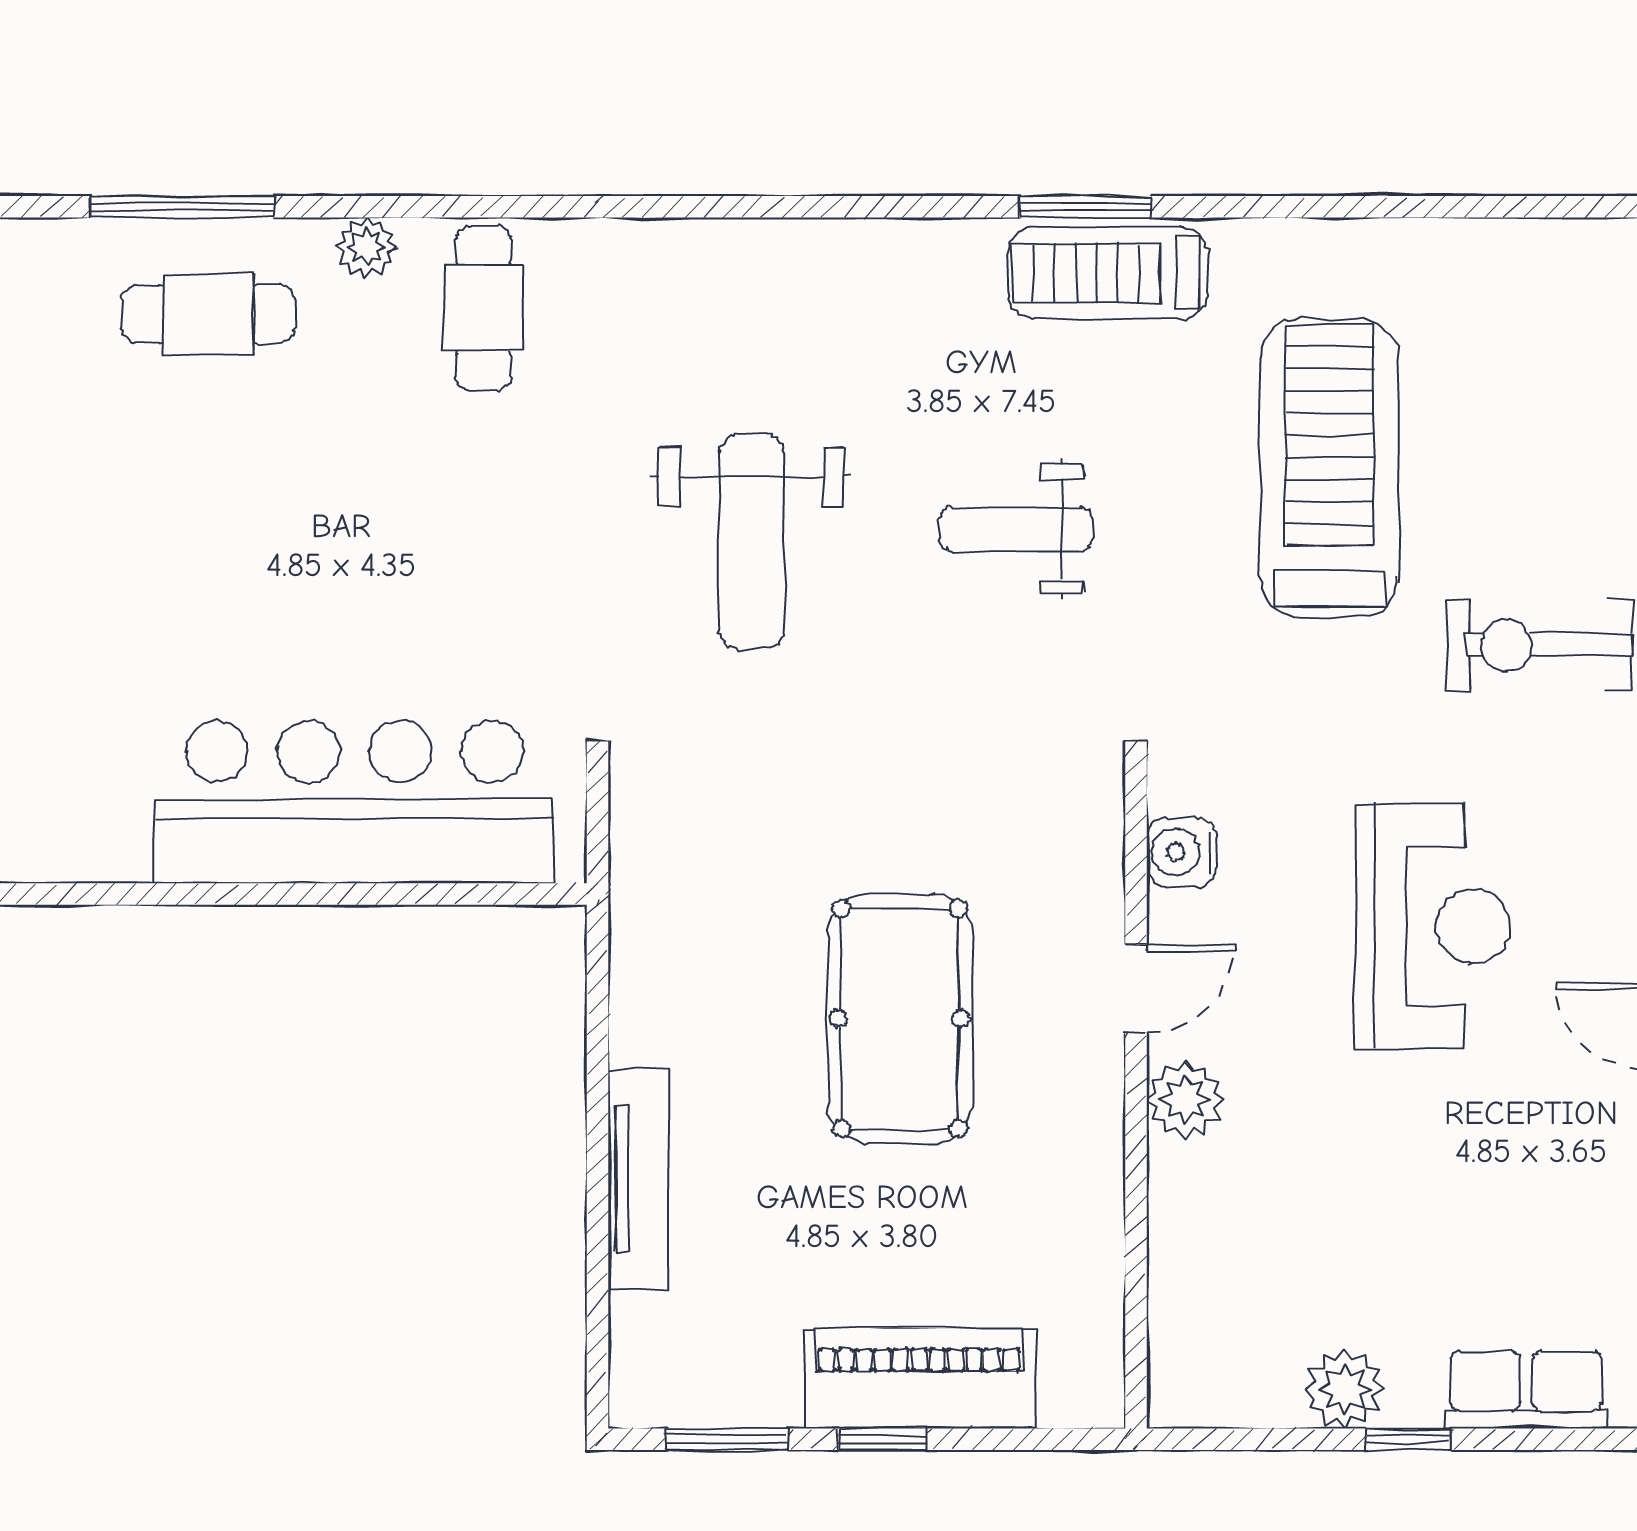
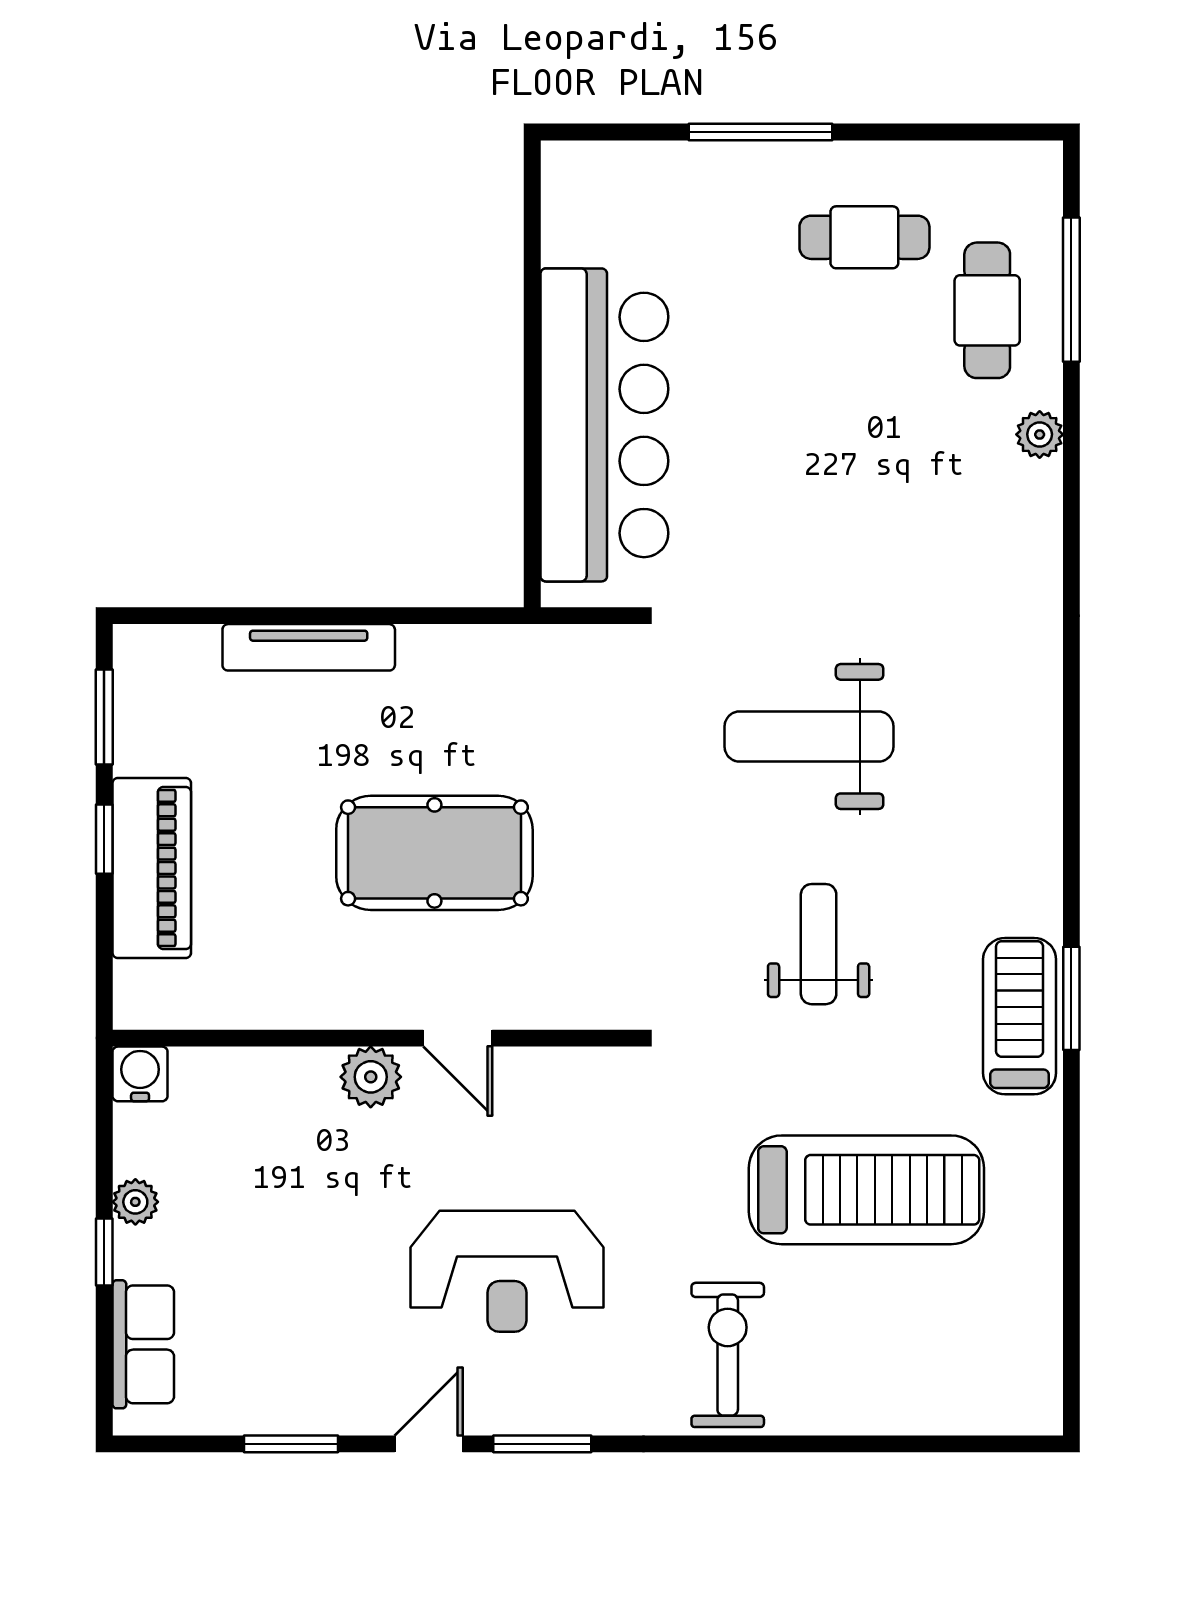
cafe table: (483, 308) -> (864, 237), moved
water cooler: (1181, 852) -> (140, 1074), moved
plant: (1345, 1389) -> (135, 1202), width x0.73, depth x0.73

